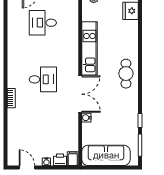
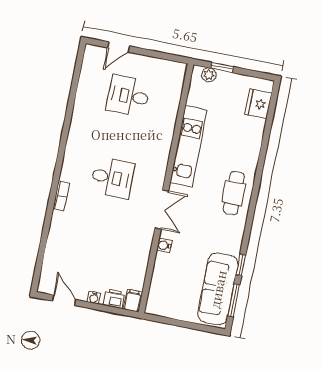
double door: (80, 94) -> (162, 210), width x0.73
sofa: (106, 155) -> (218, 289), moved, turned -90

